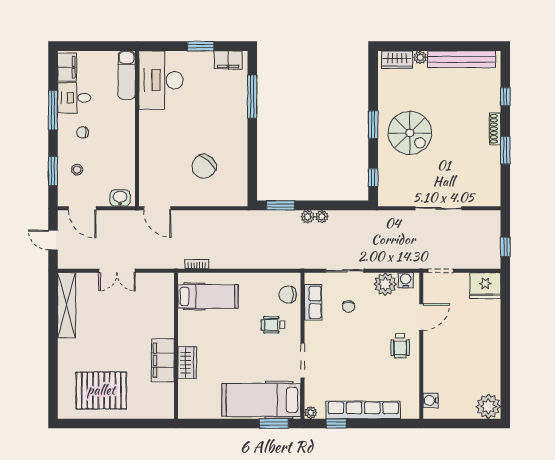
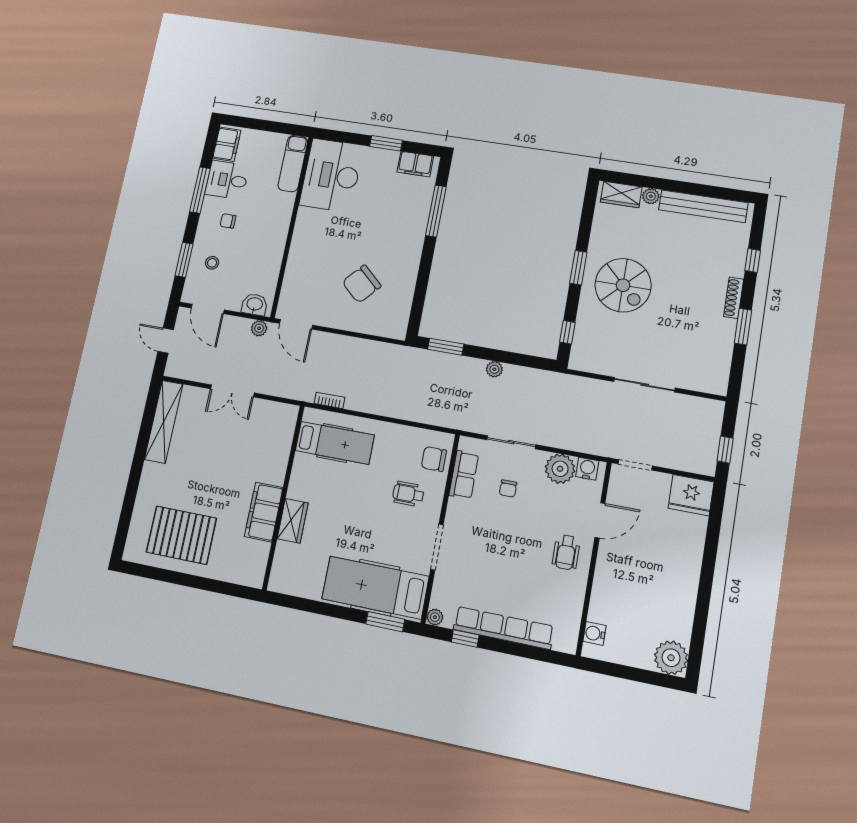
plant: (308, 217) -> (259, 328), moved

